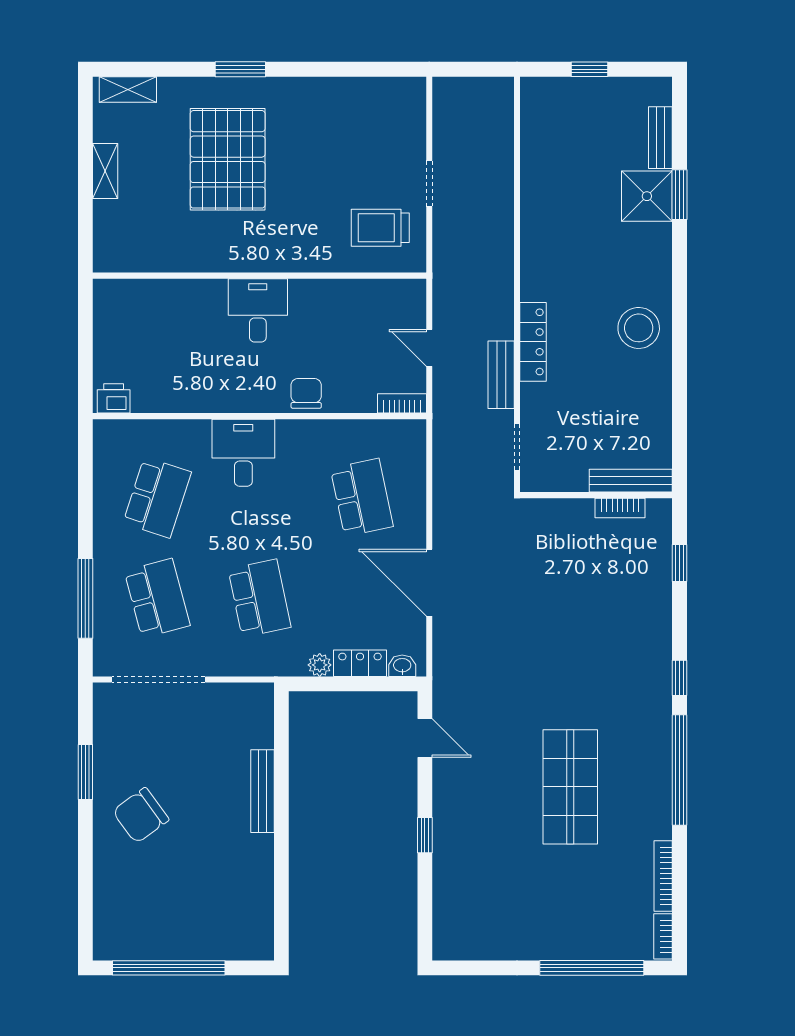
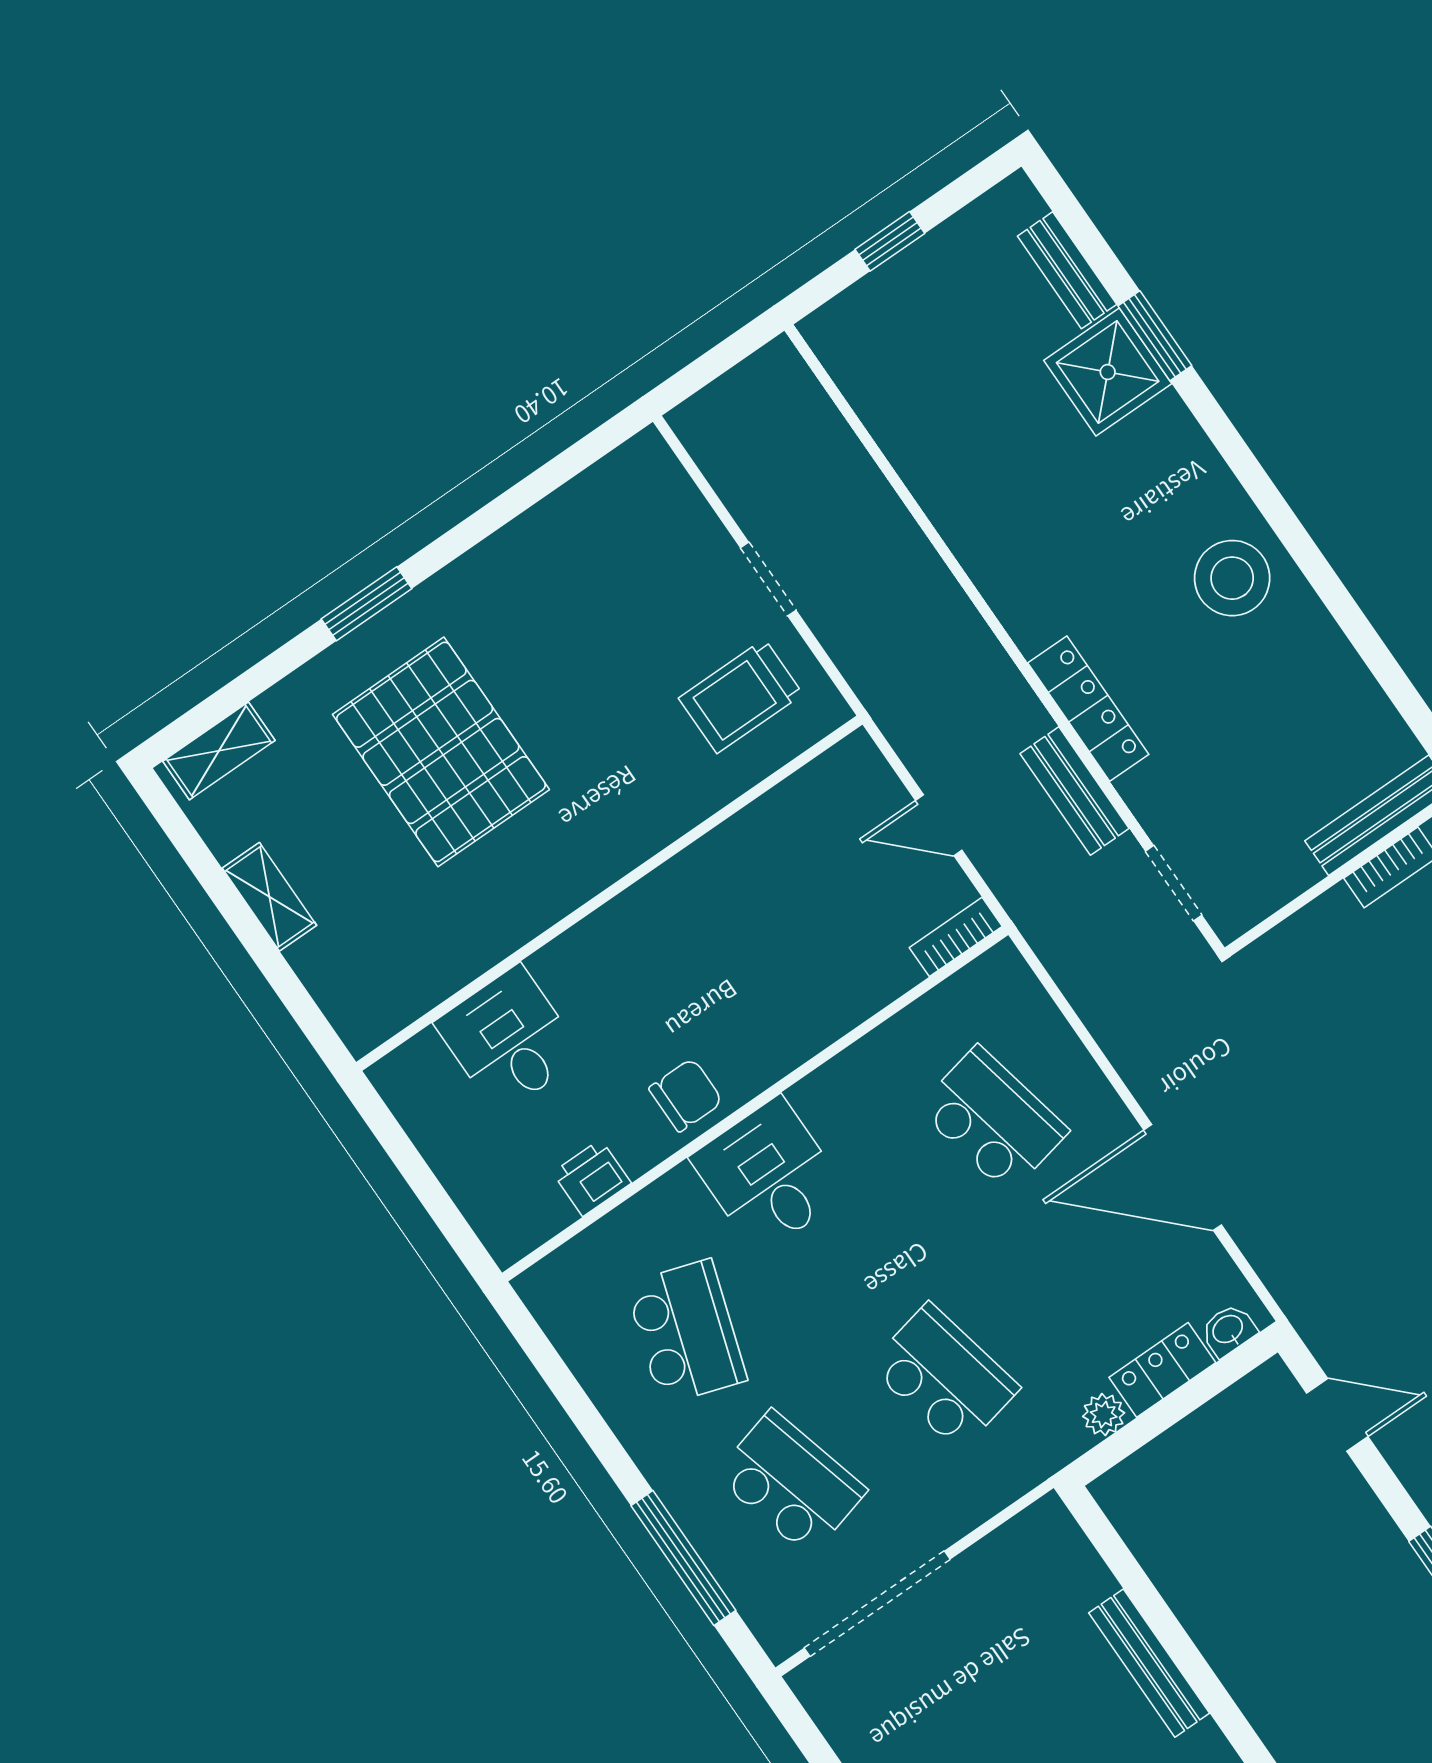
desk: (258, 310) -> (509, 1040), moved
chair: (306, 393) -> (686, 1095), moved, turned 90
printer: (114, 398) -> (592, 1178), moved

